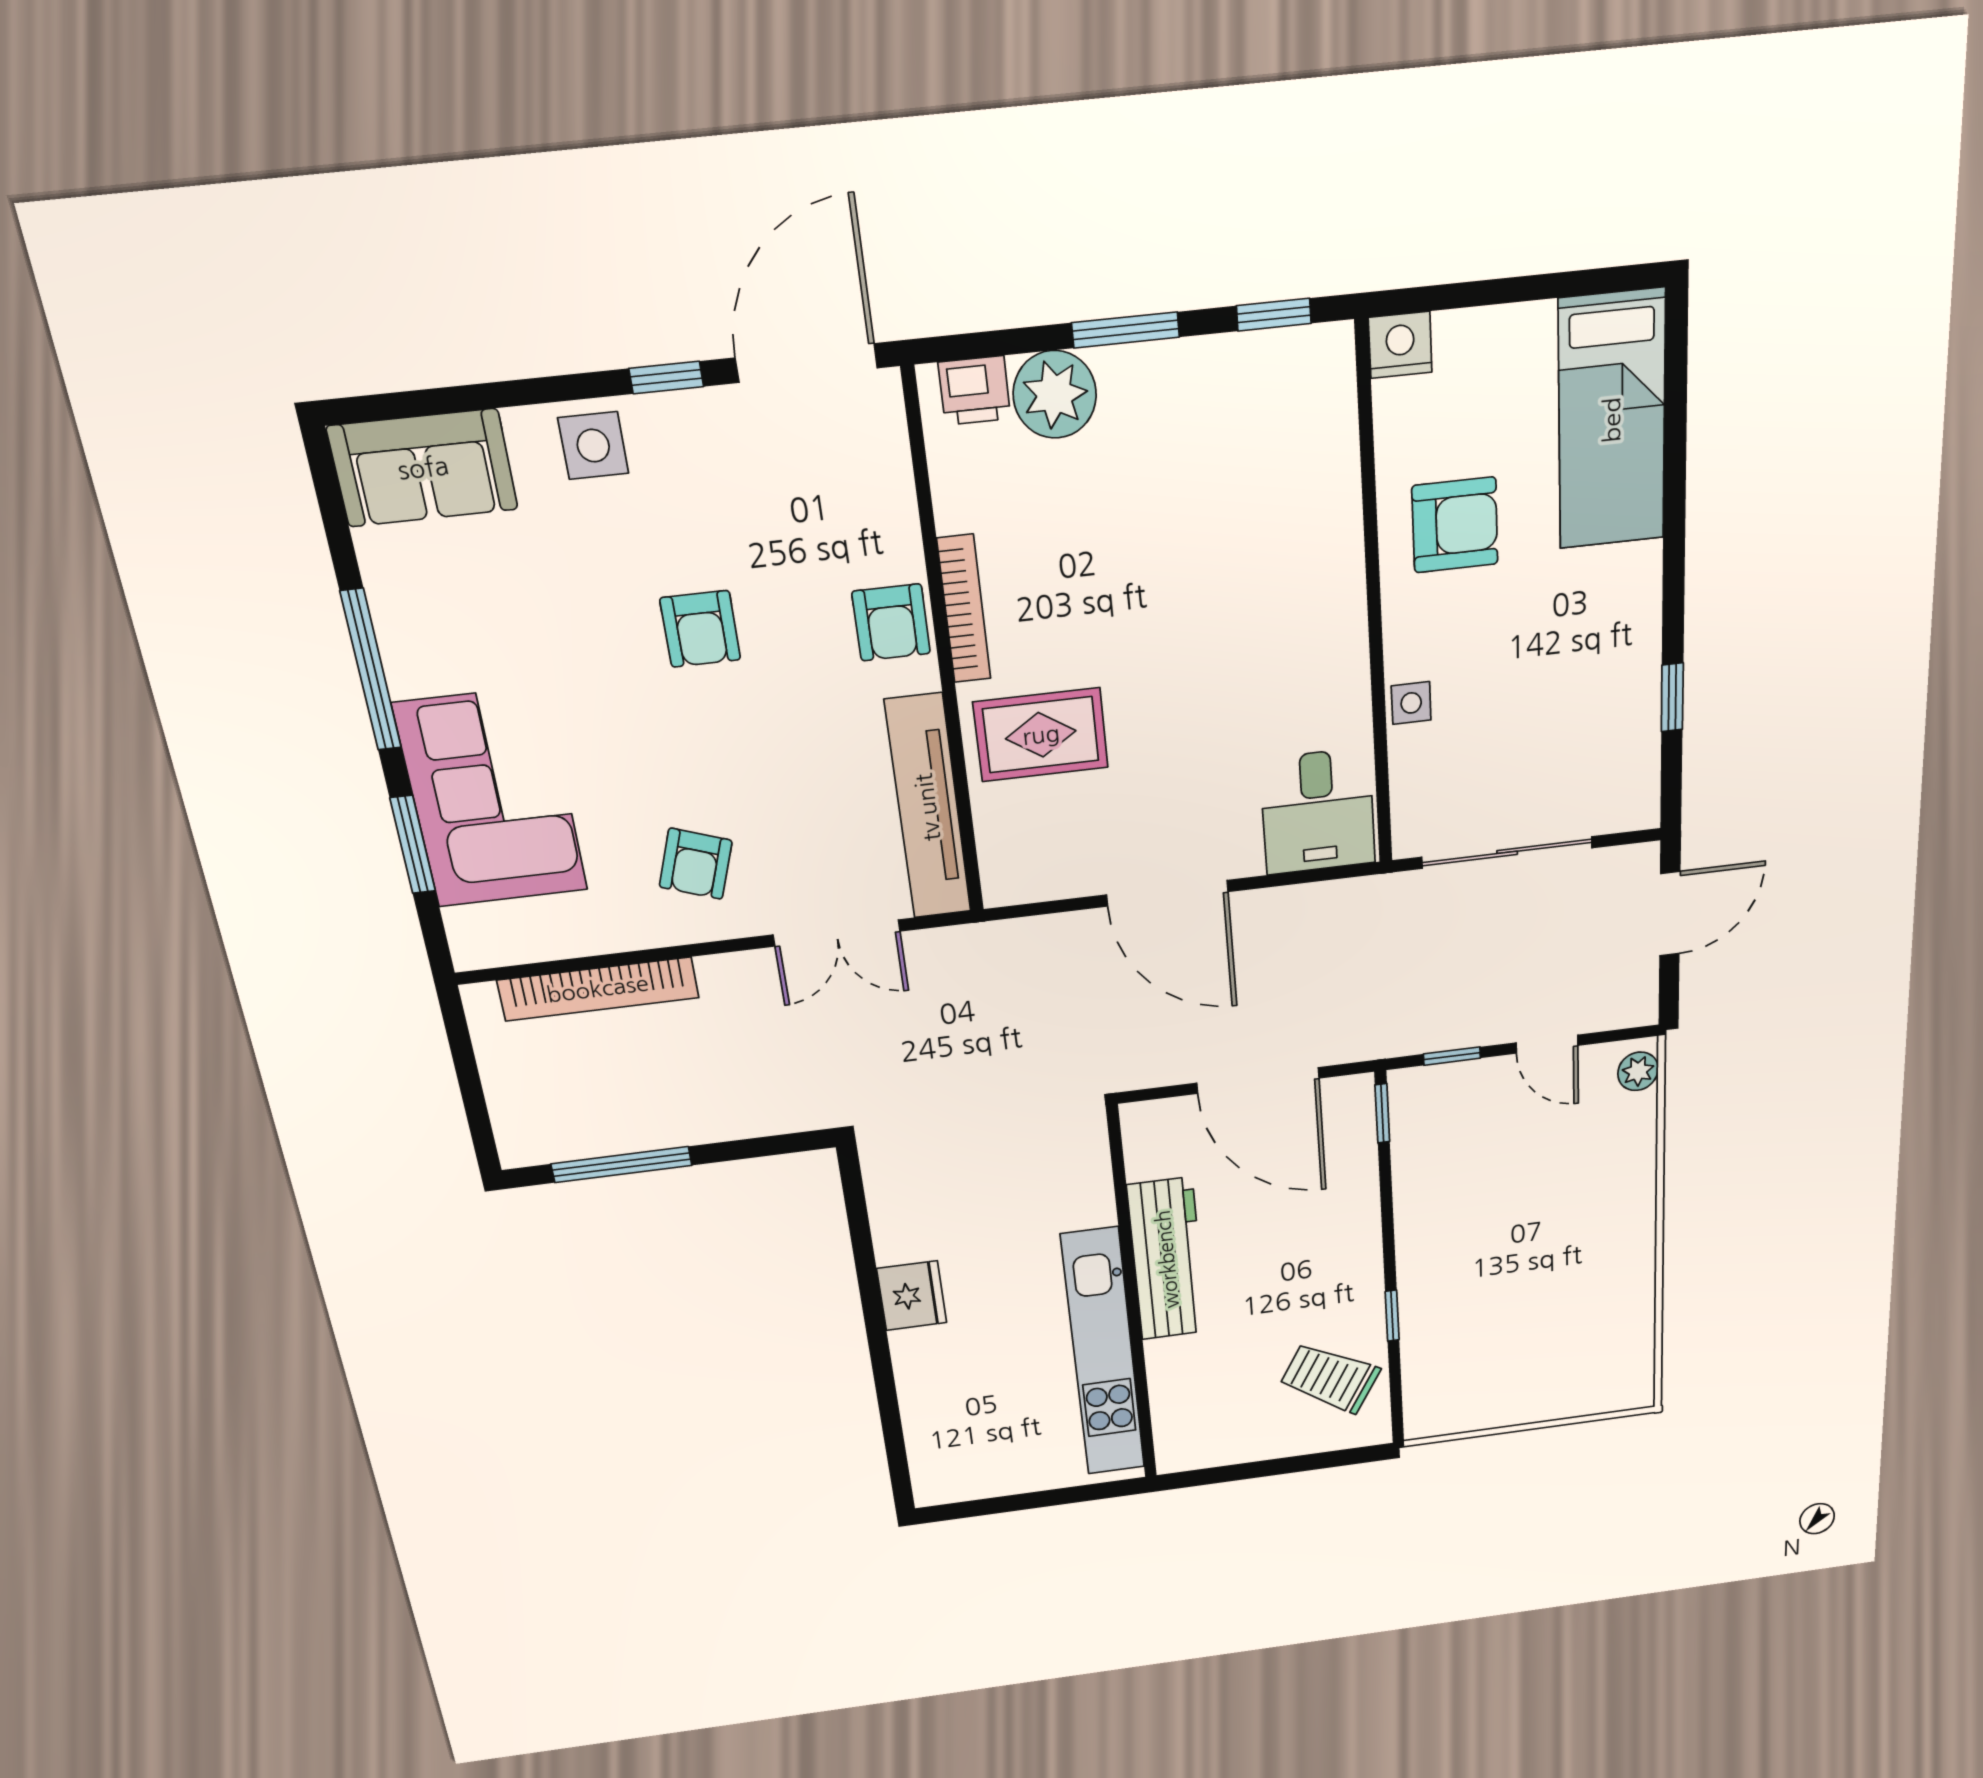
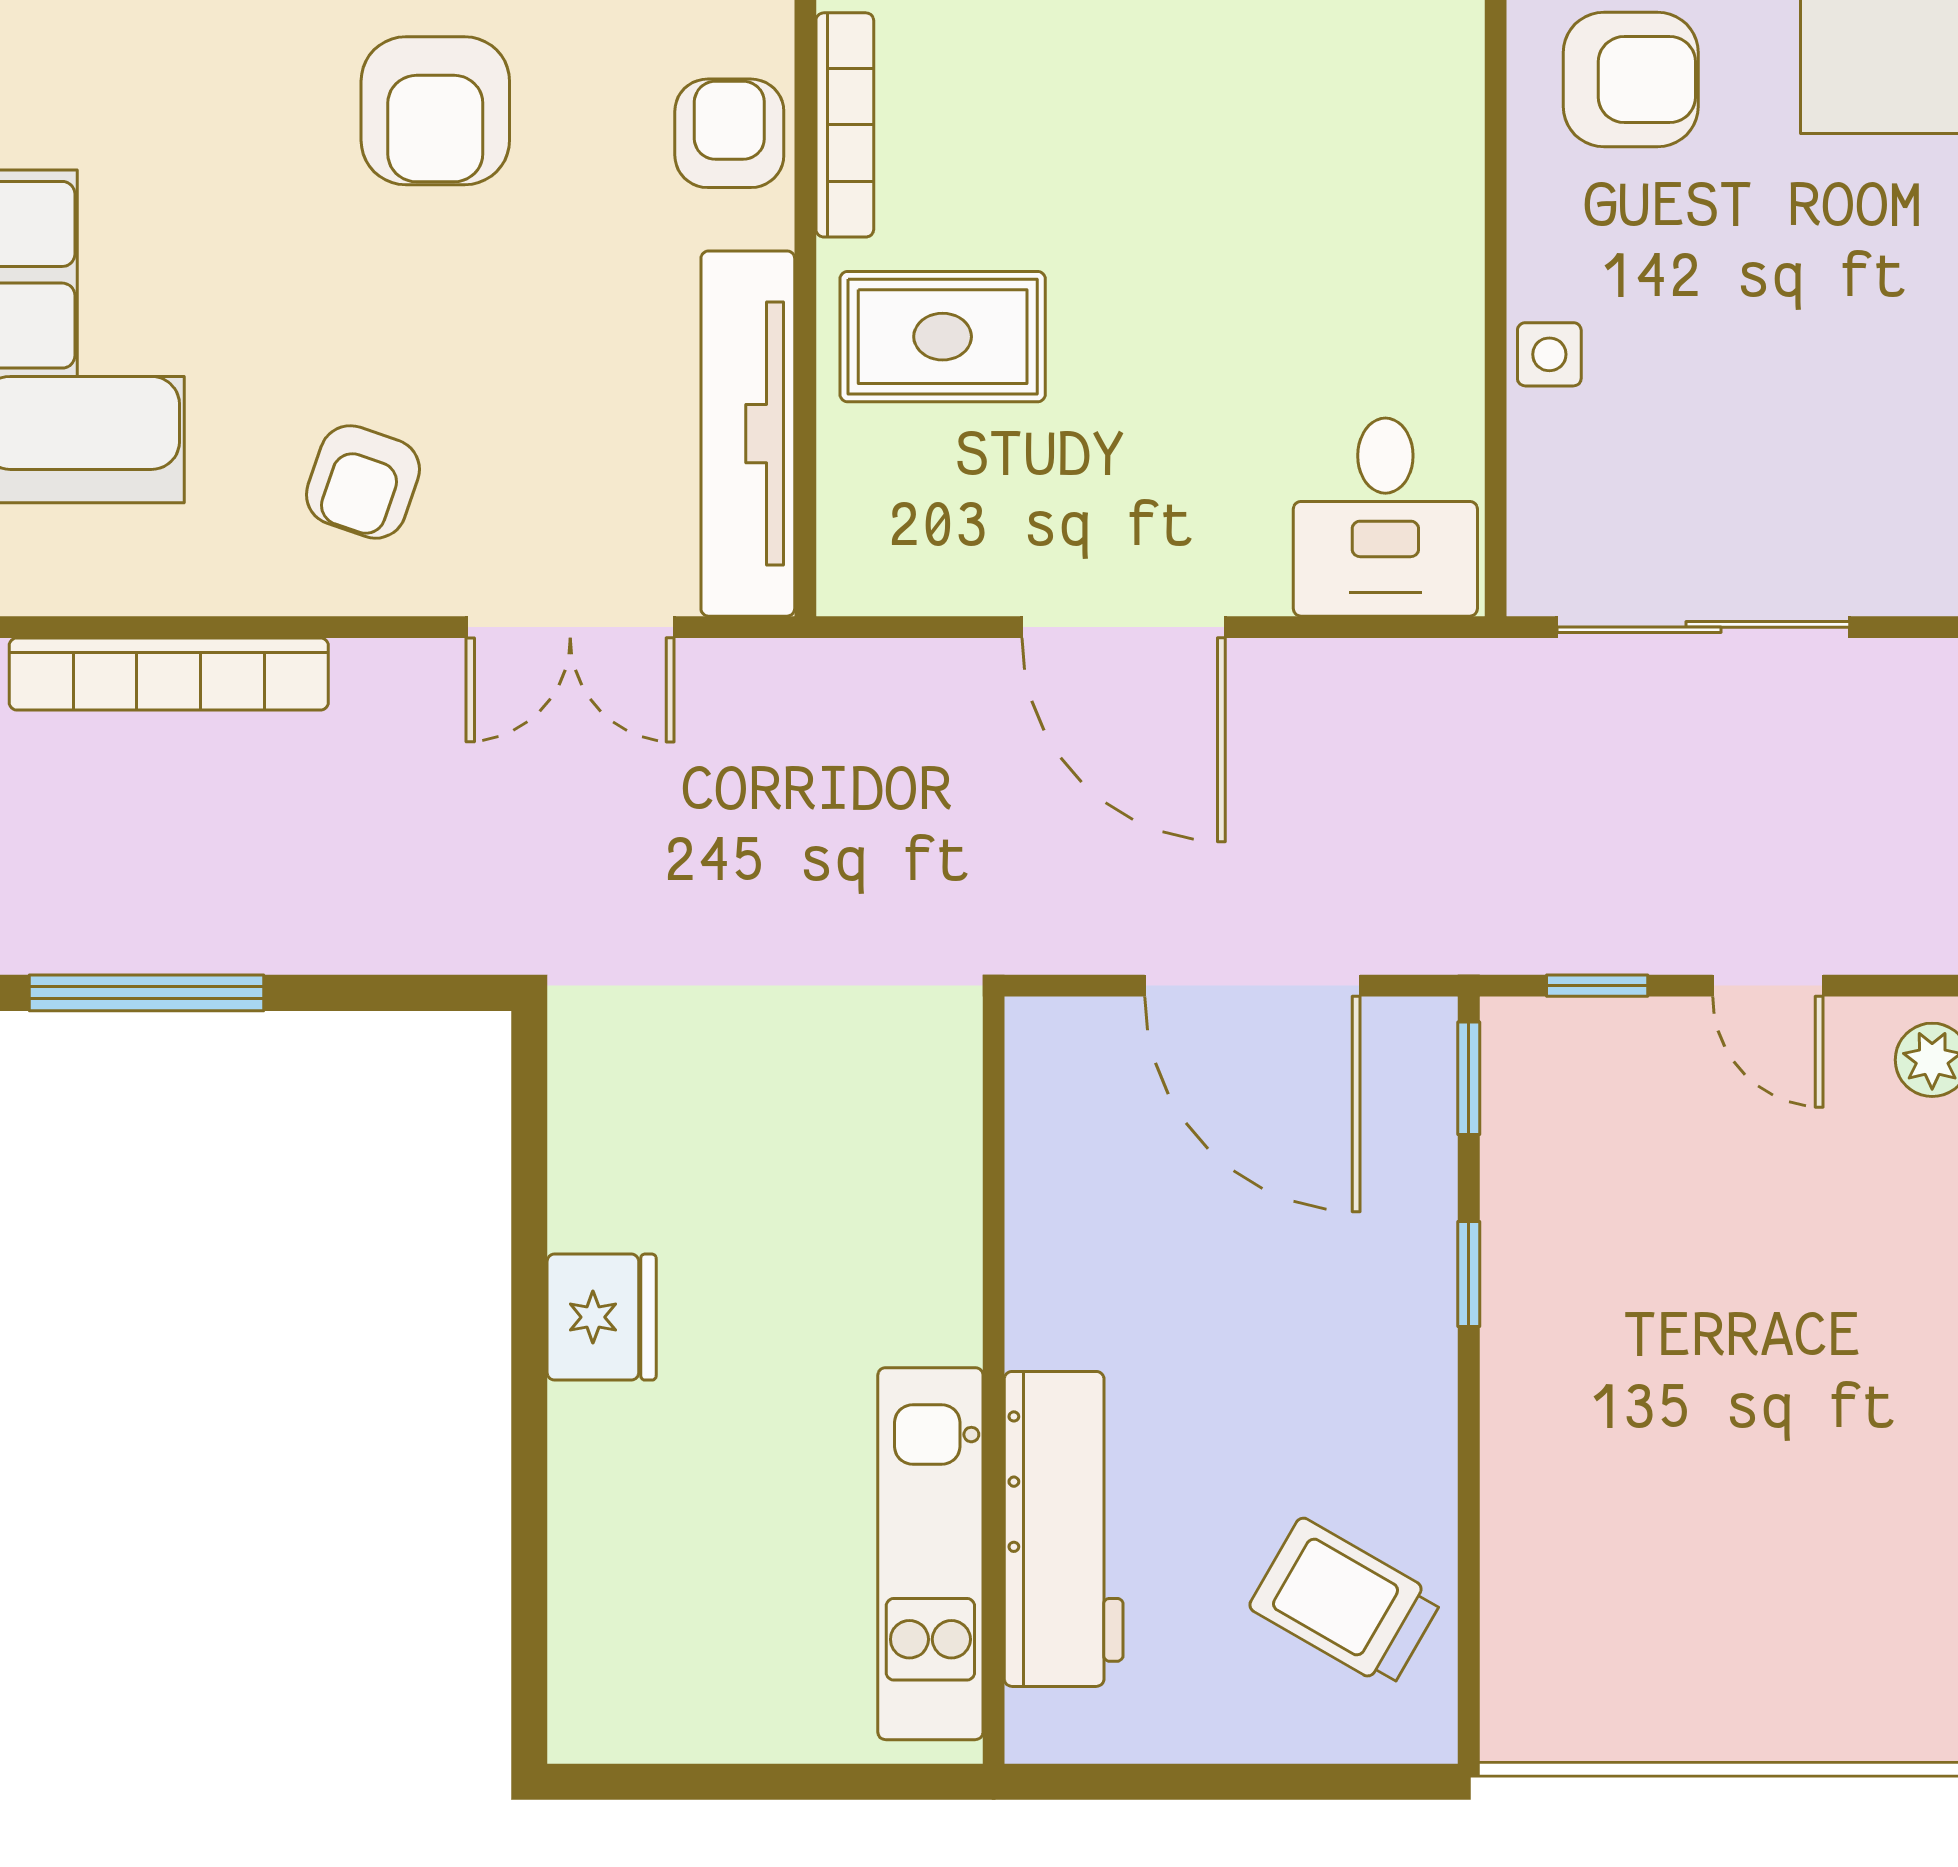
armchair: (891, 622) -> (729, 133), turned 180
armchair: (700, 629) -> (435, 111), width x1.38, depth x1.38
workbench: (1167, 1259) -> (1064, 1529), moved
window: (1392, 1316) -> (1469, 1274), moved
kitchen unit: (1103, 1353) -> (930, 1554), width x0.73

